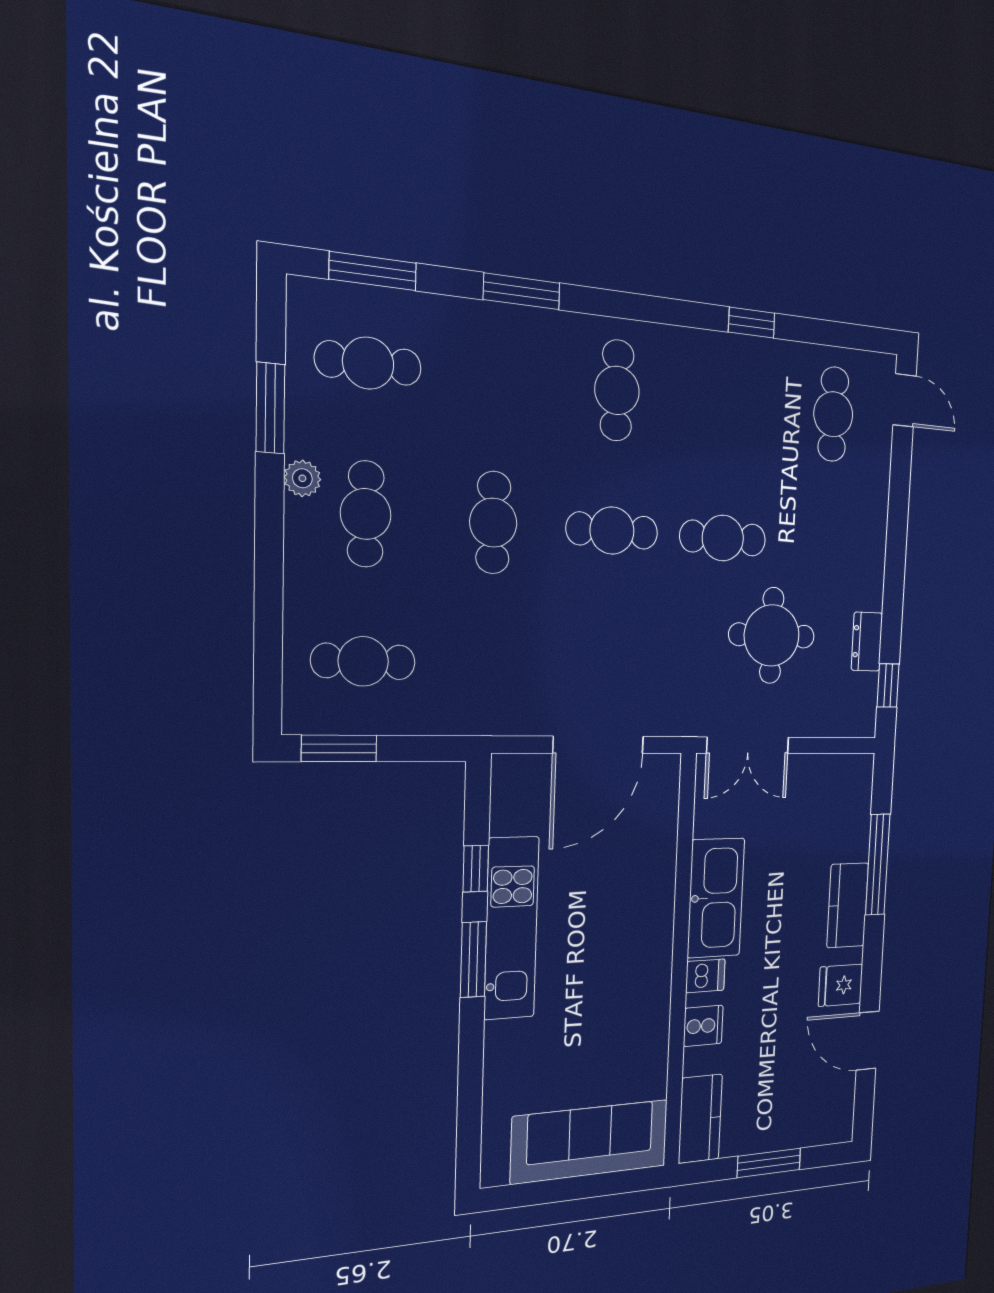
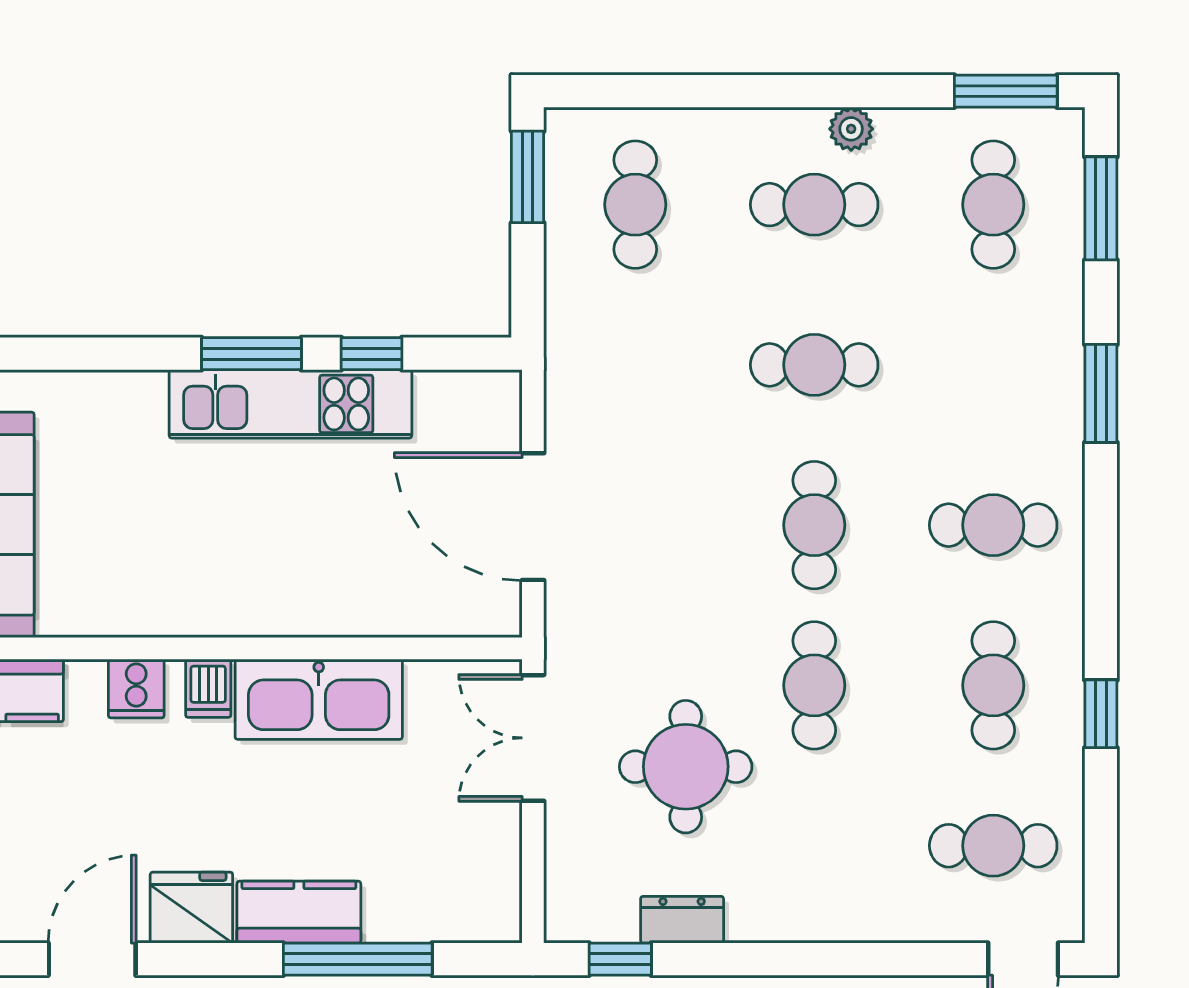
cafe table: (729, 403) -> (993, 685), added
window: (270, 408) -> (1006, 91), moved
fridge: (841, 985) -> (191, 908), width x1.38

